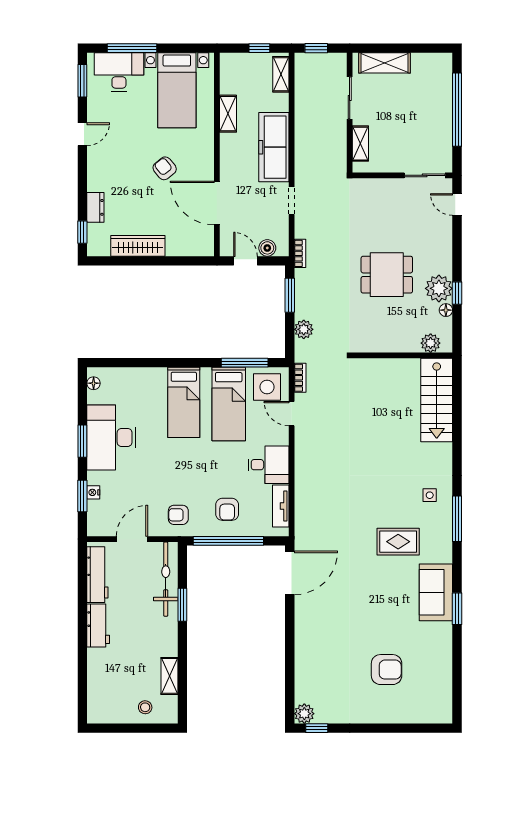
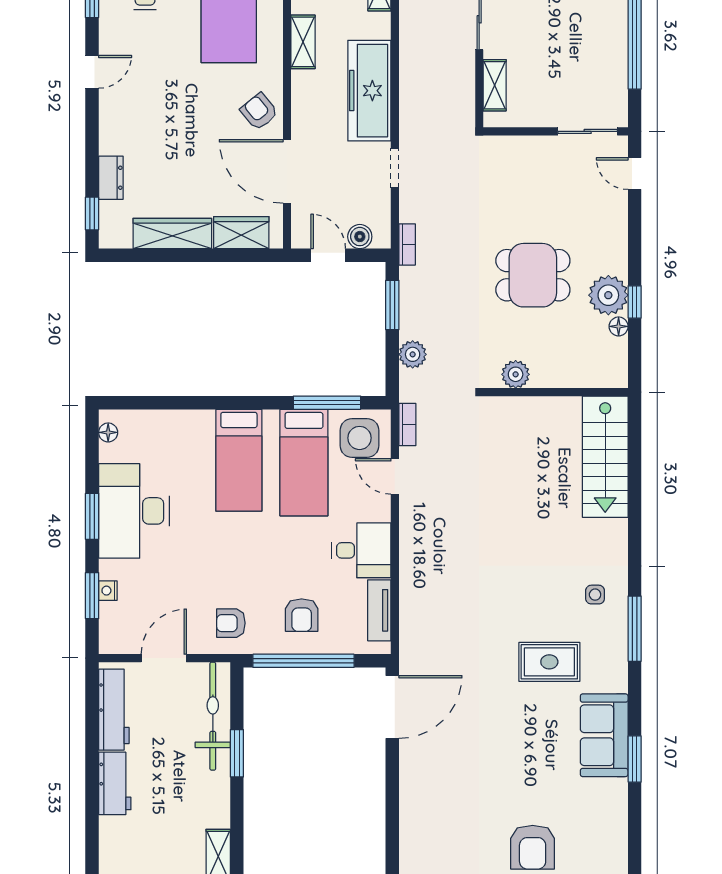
armchair: (165, 168) -> (259, 112), moved
wardrobe: (185, 245) -> (241, 233), added
plant: (431, 343) -> (516, 374), moved
armchair: (387, 670) -> (533, 847), turned 90

